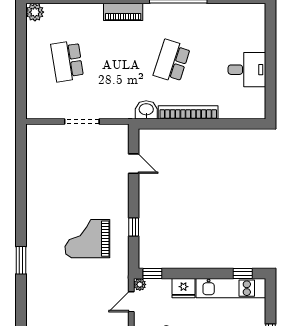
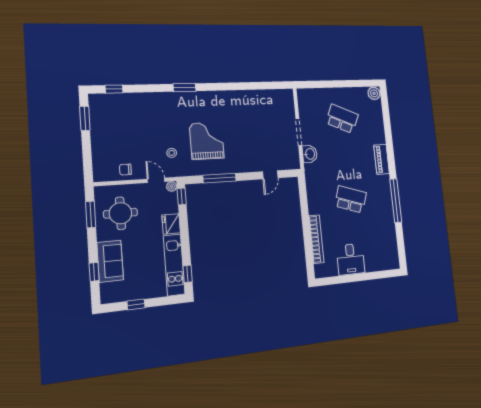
school desk: (67, 61) -> (342, 119), turned 33
washbasin: (146, 110) -> (310, 154), moved
bookcase: (188, 112) -> (316, 239), moved
window: (134, 227) -> (219, 178), width x2.17
stool: (100, 281) -> (172, 153), added

